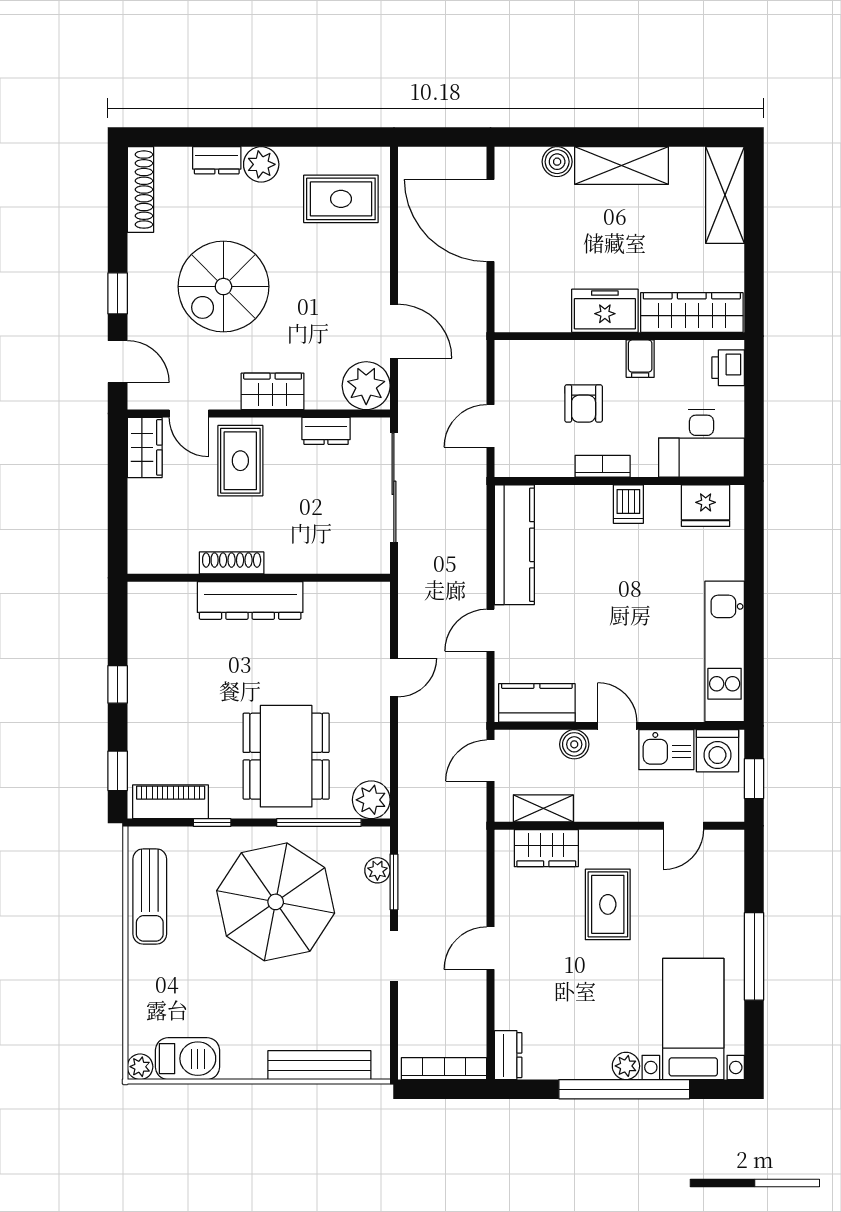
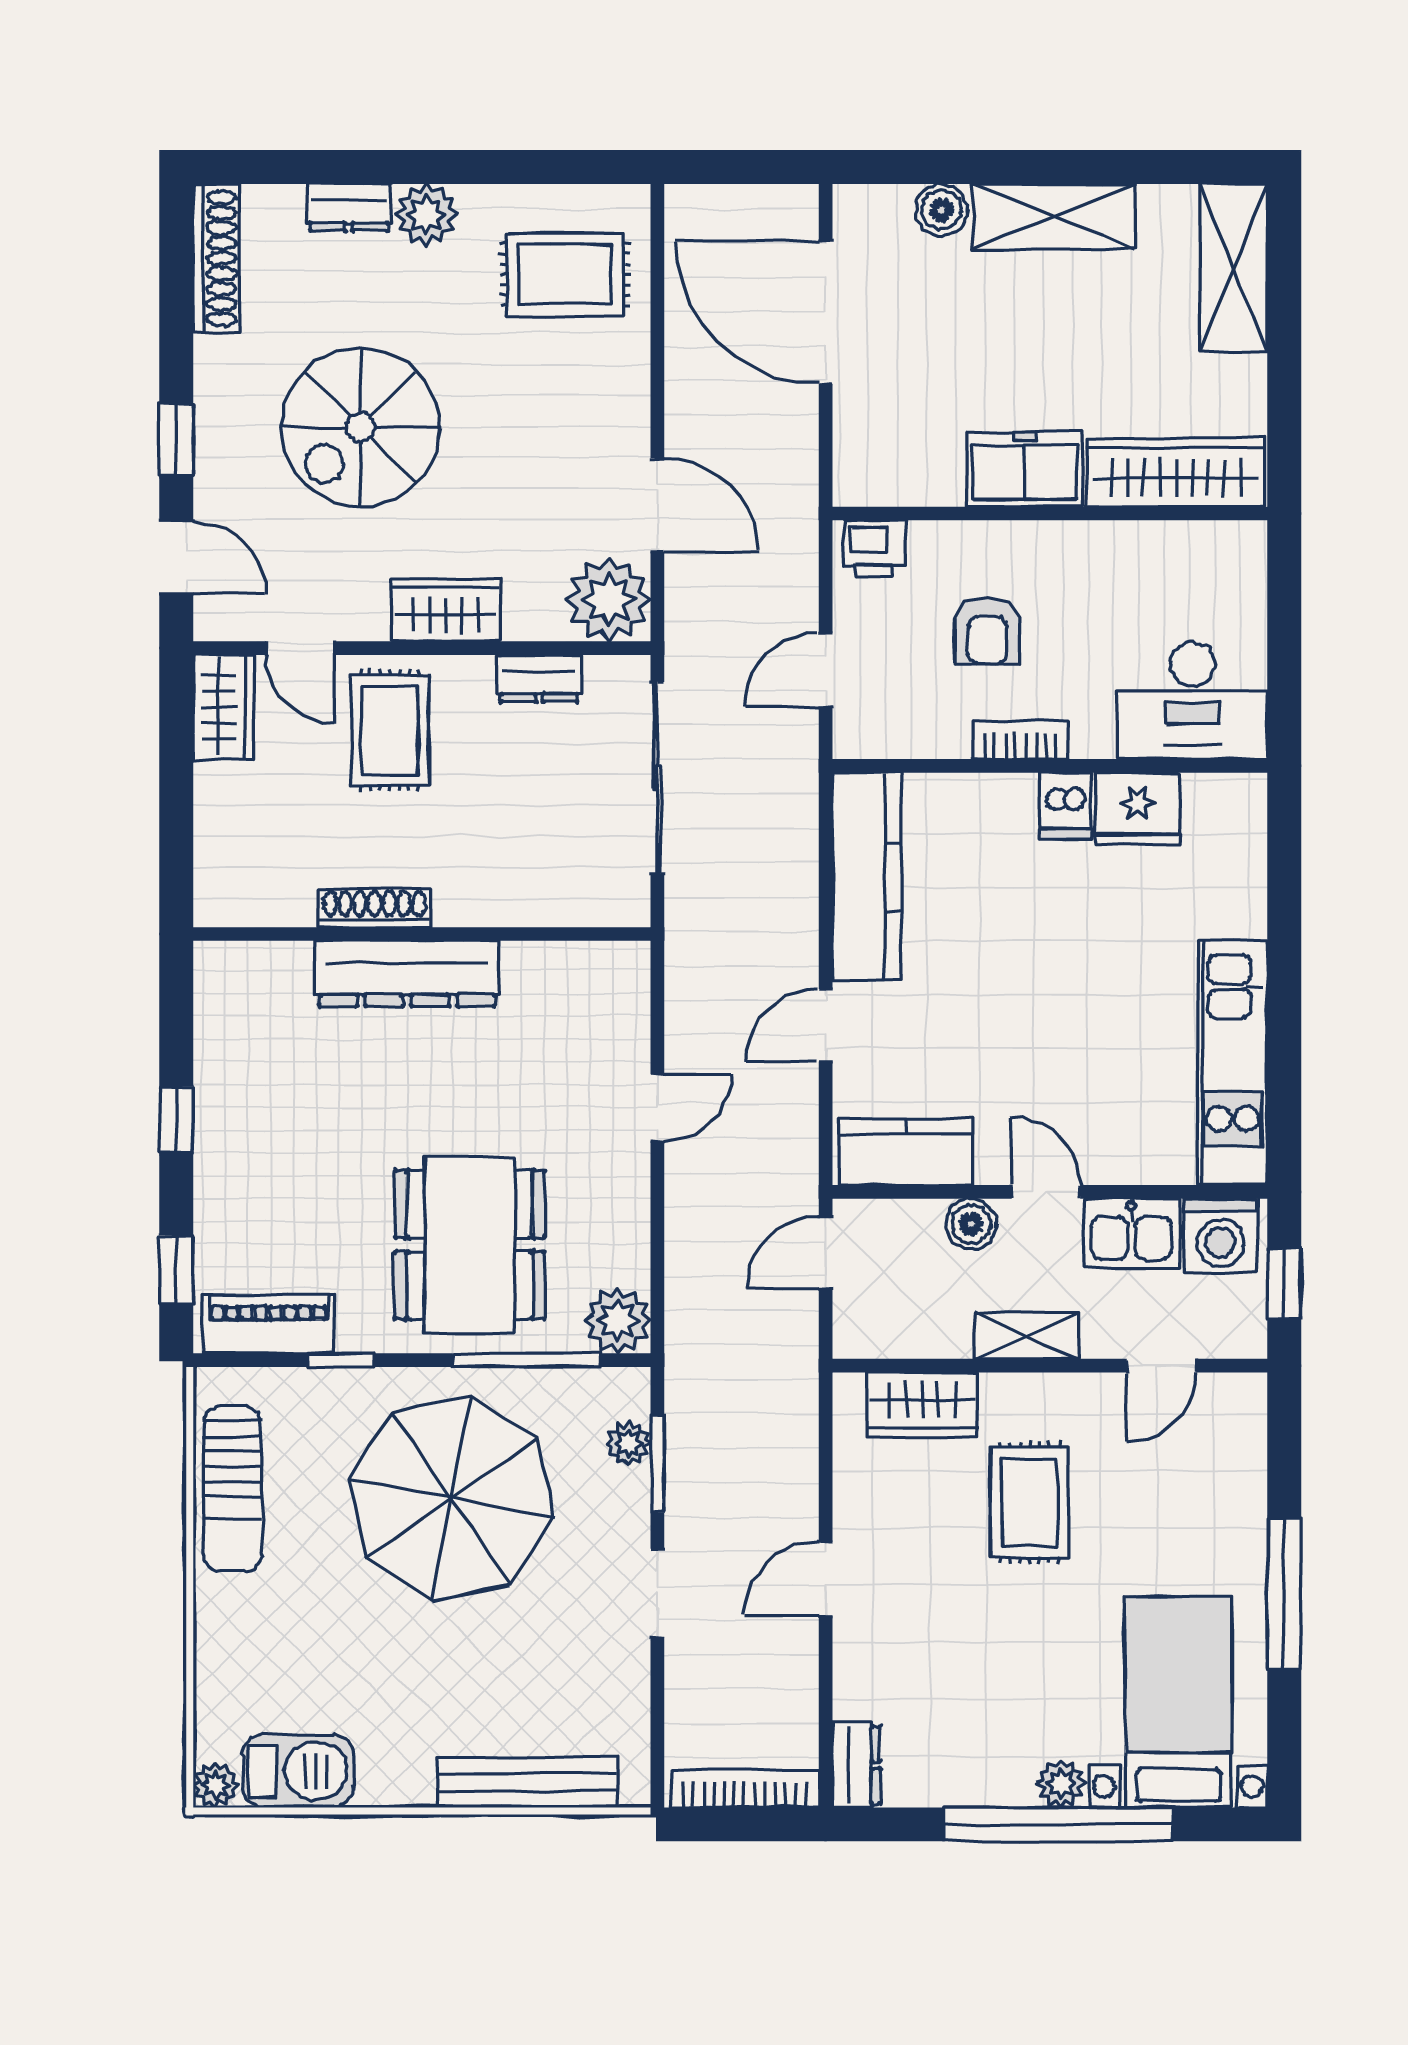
filing cabinet: (640, 359) -> (1086, 553), removed
printer: (728, 368) -> (874, 548), moved, turned -90
fridge: (706, 506) -> (1138, 809), moved
shelving: (543, 808) -> (1027, 1335), moved

